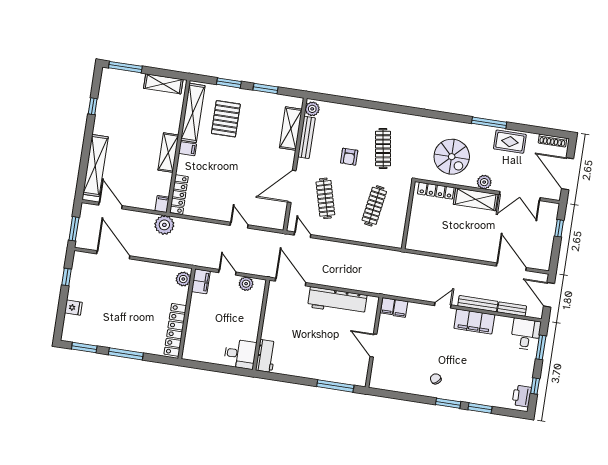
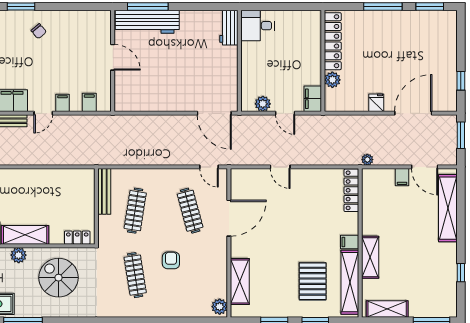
bench: (306, 137) -> (104, 191), moved
shelving: (168, 153) -> (370, 257), moved
locker: (436, 191) -> (77, 238), width x0.66
filing cabinet: (162, 204) -> (402, 177), moved
plant: (164, 225) -> (367, 160), width x0.53, depth x0.53
door: (113, 255) -> (413, 113), swing flipped
plant: (183, 279) -> (332, 80), moved
workbench: (337, 301) -> (147, 22), moved, turned 180
filing cabinet: (387, 306) -> (63, 103), moved
fridge: (73, 308) -> (376, 103), moved, turned 90

